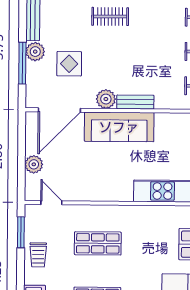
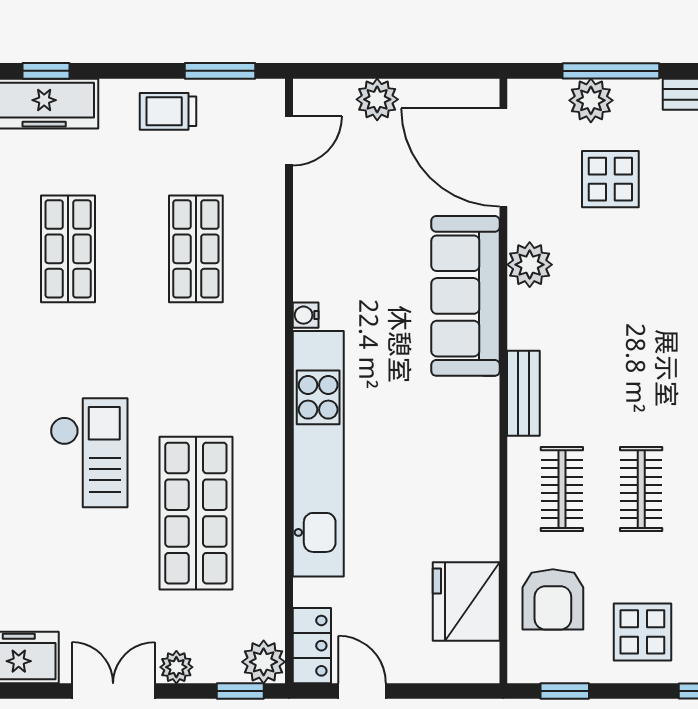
plant: (35, 52) -> (591, 100), moved
bench: (135, 102) -> (523, 393), moved
water cooler: (127, 196) -> (306, 315), added

